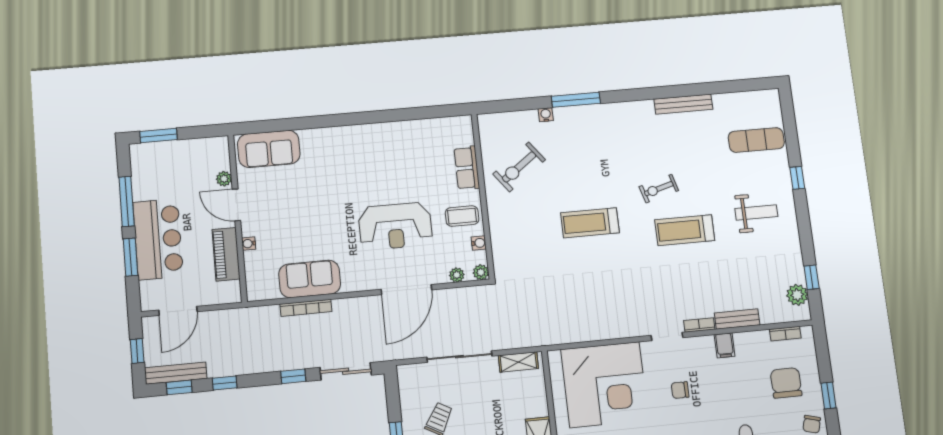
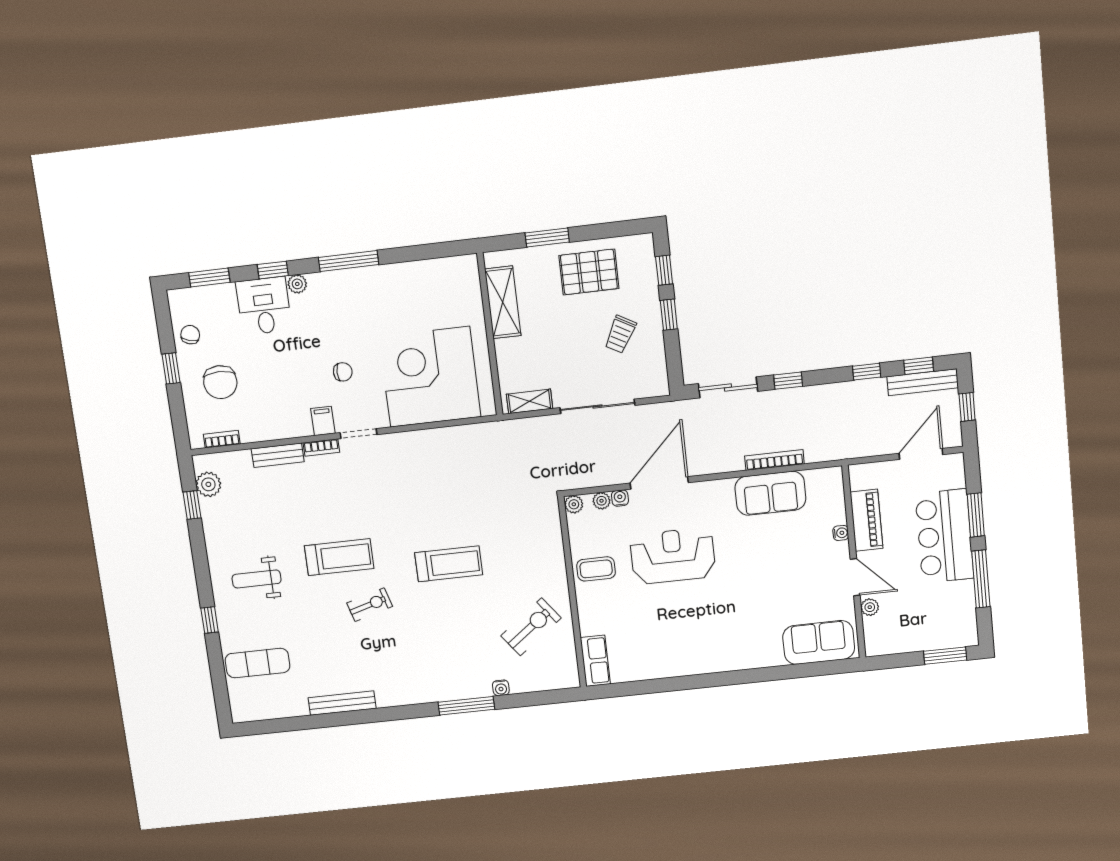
row of seats: (467, 168) -> (595, 661), moved
water cooler: (479, 243) -> (620, 498), moved, turned 90
filing cabinet: (725, 345) -> (323, 421), moved

